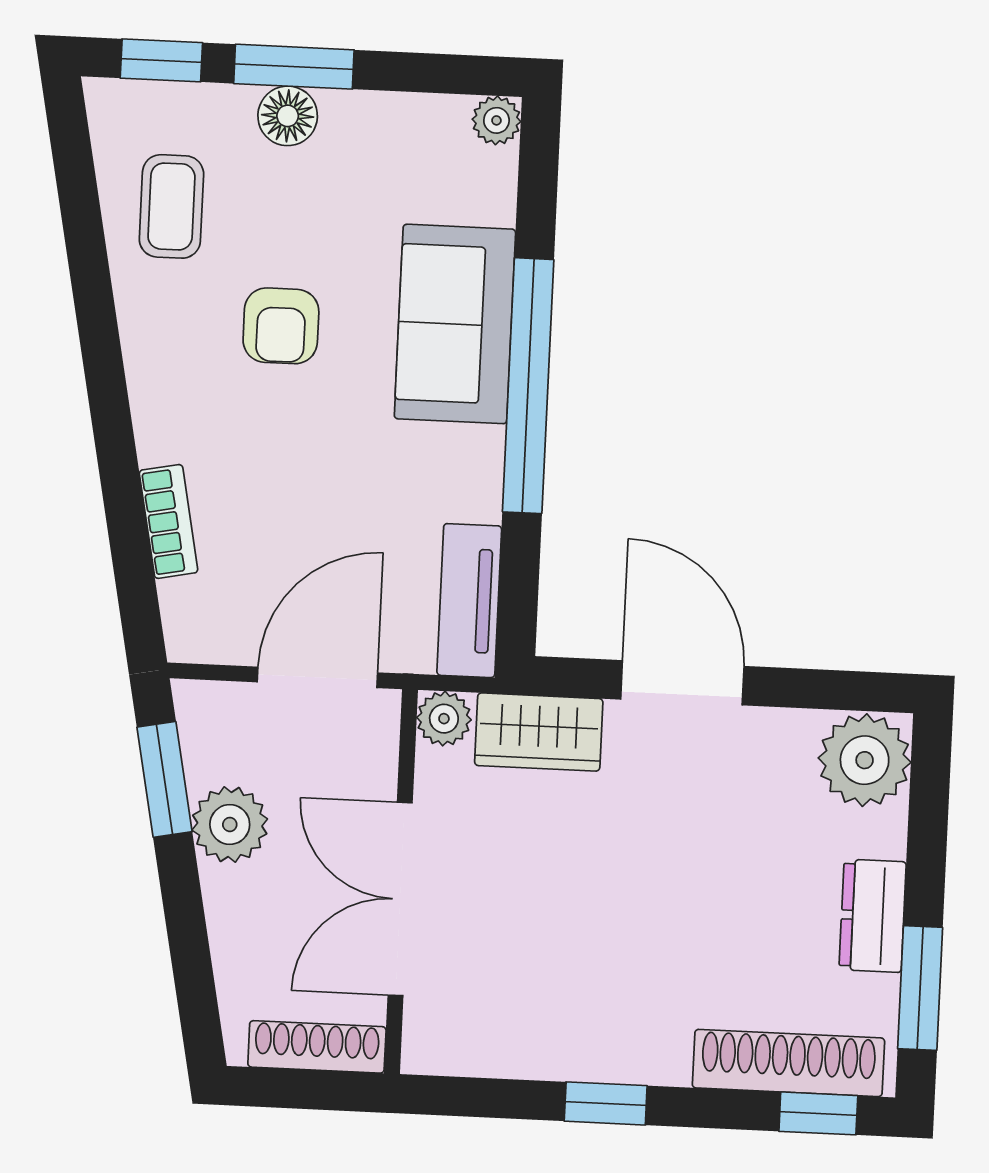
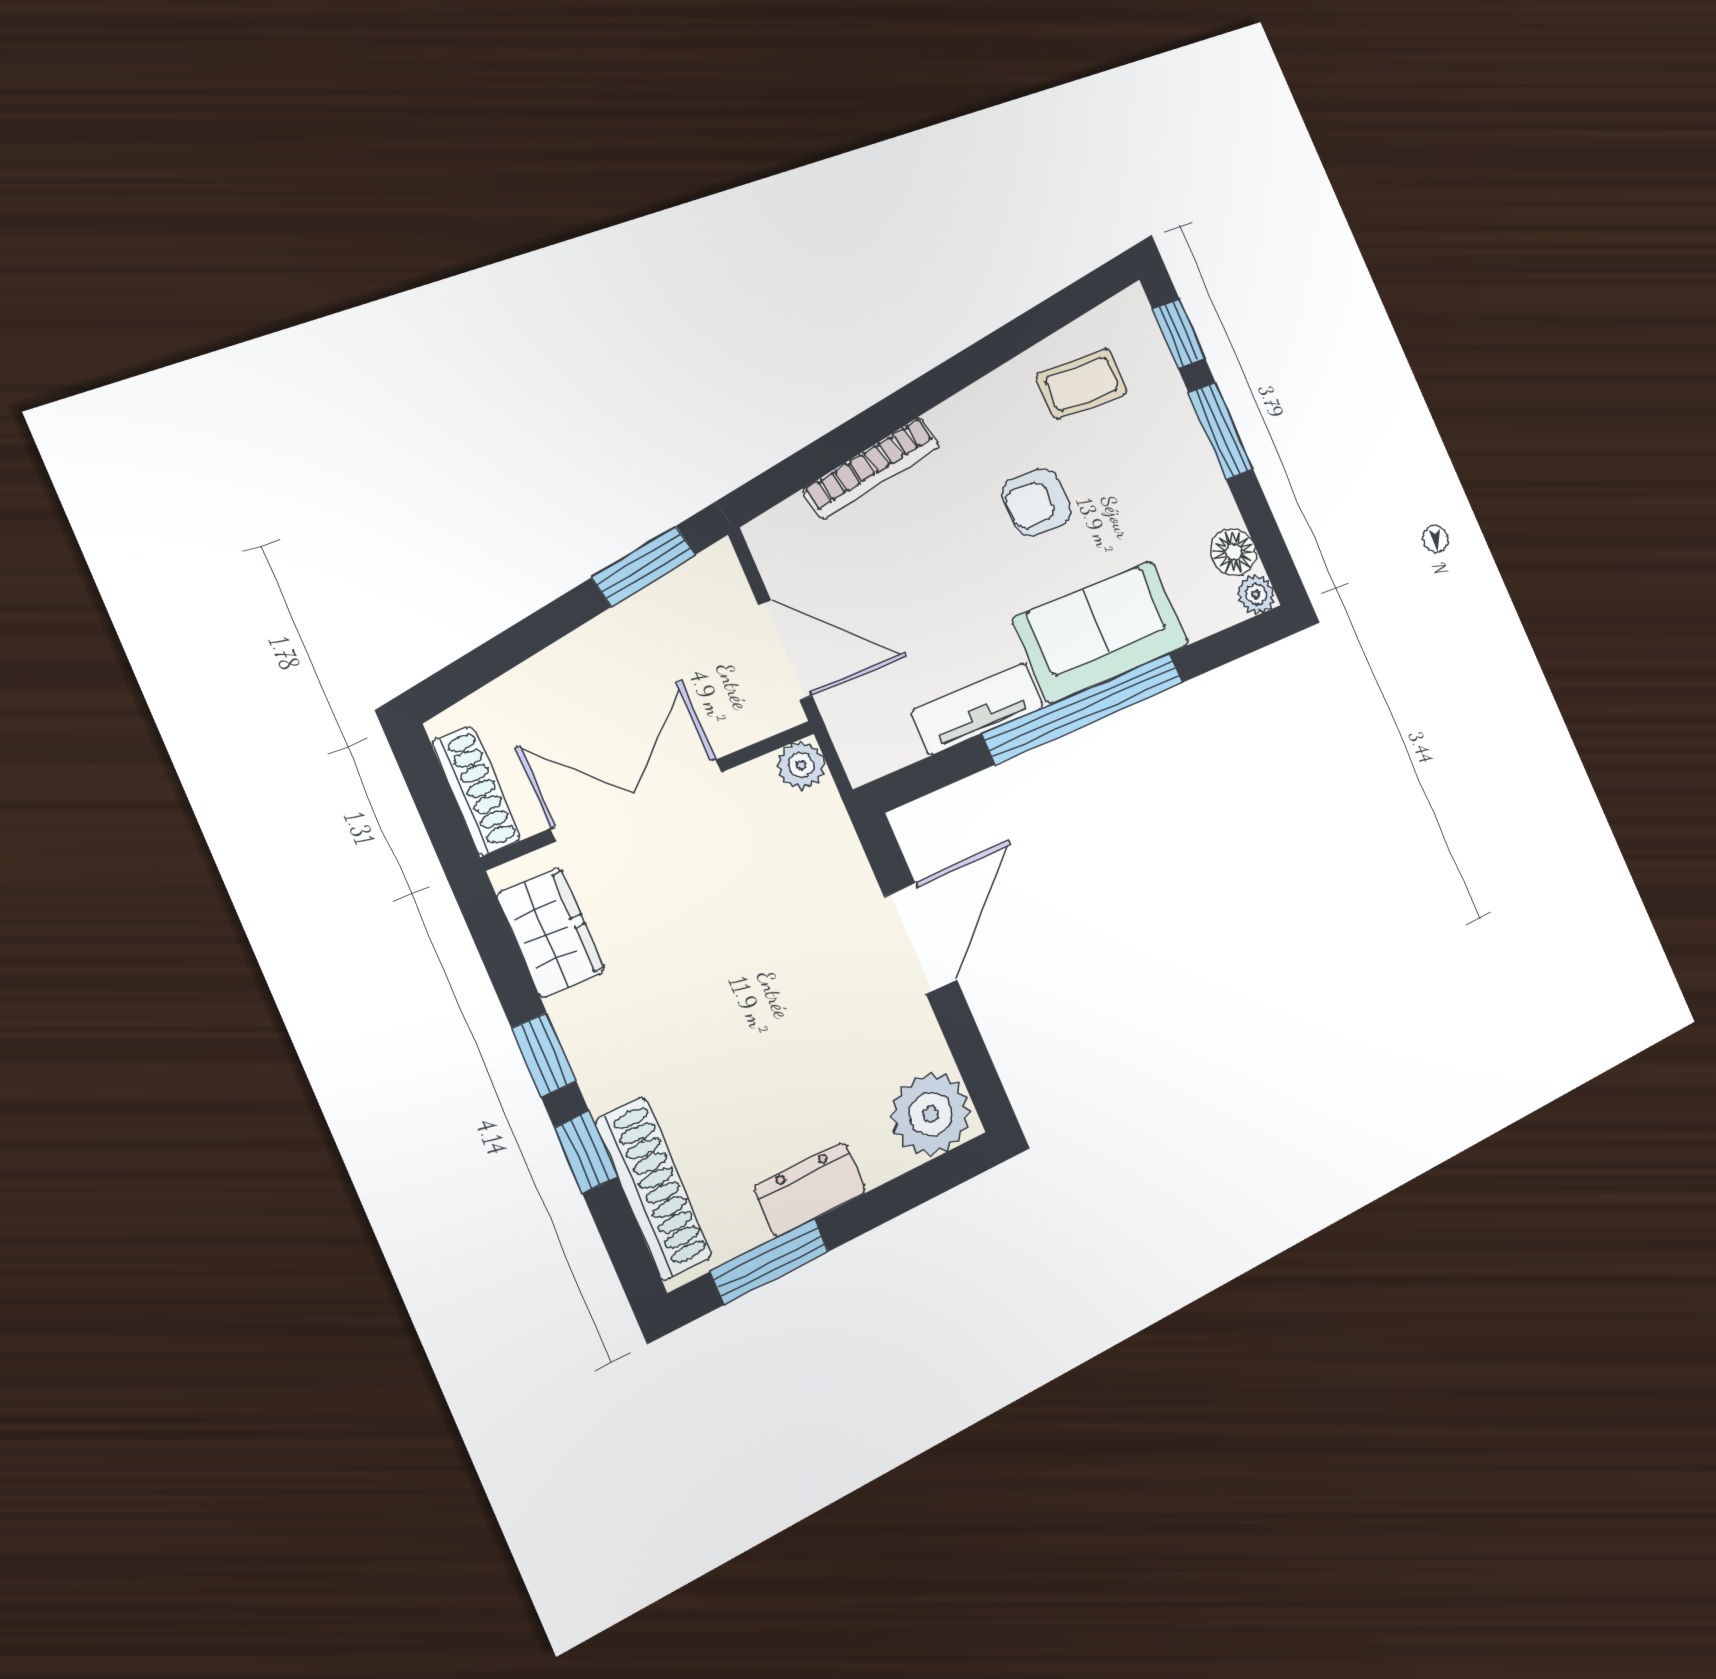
floor lamp: (288, 116) -> (1233, 552), moved
bookcase: (169, 521) -> (872, 468), width x1.56
tv unit: (469, 601) -> (978, 709), moved
wardrobe: (539, 732) -> (551, 933), moved, turned 180
plant: (230, 824) -> (632, 634), removed
window: (818, 1113) -> (586, 1152), moved

